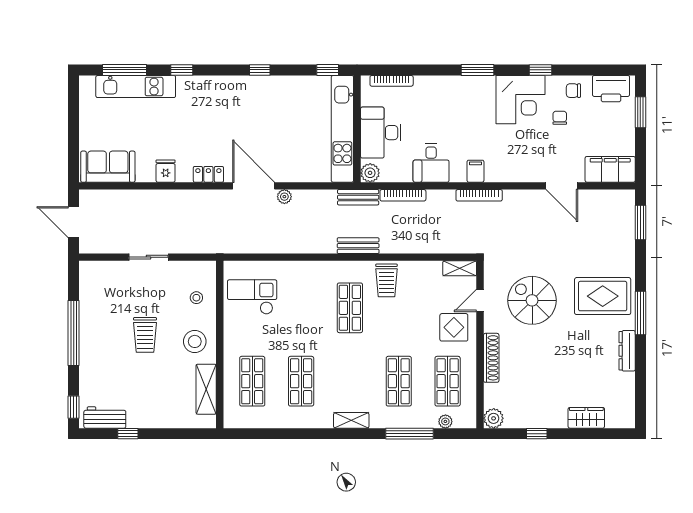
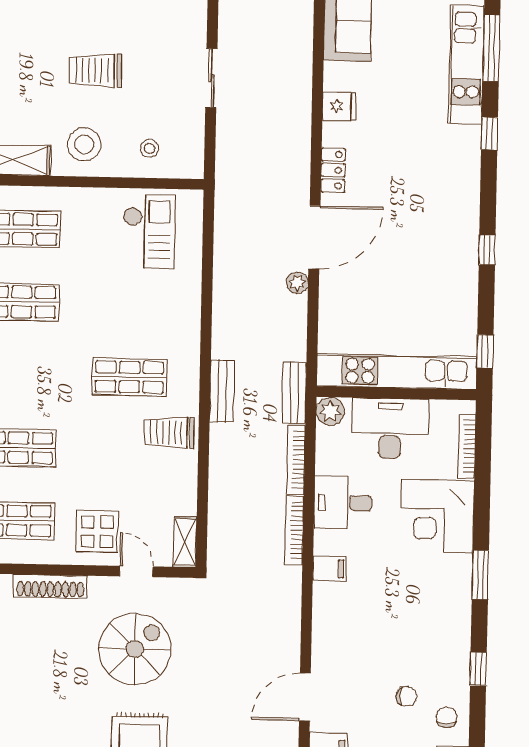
corner desk: (520, 100) -> (437, 516), moved
bookcase: (479, 195) -> (294, 530), moved

